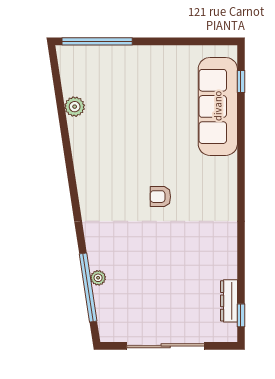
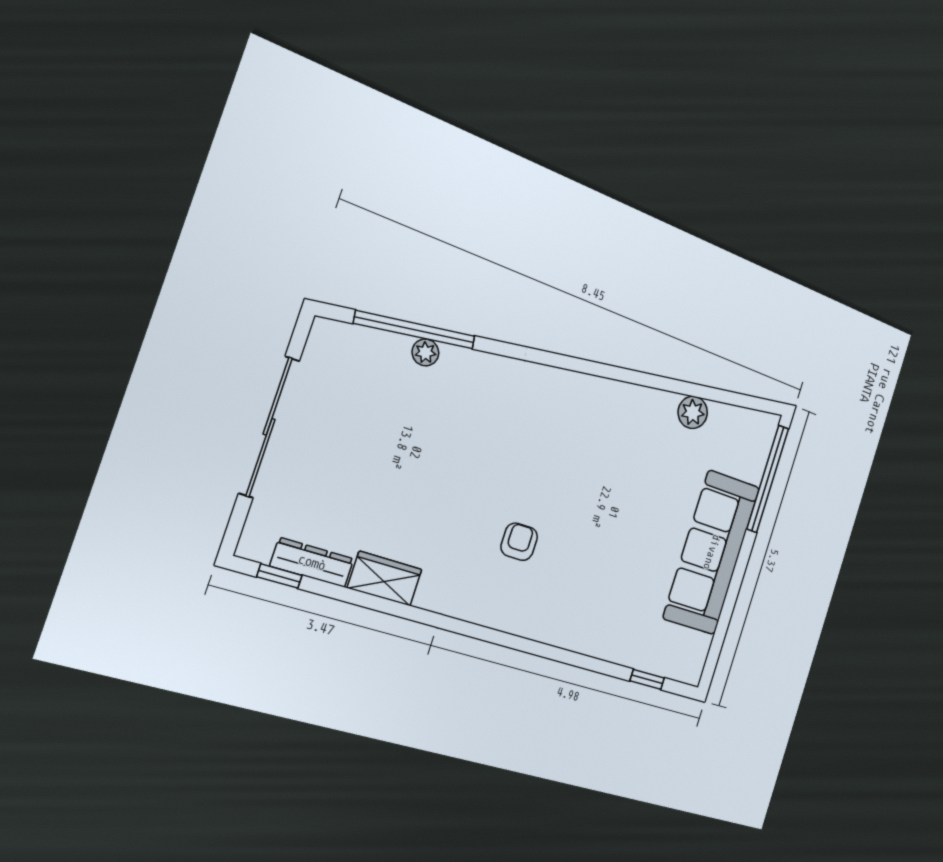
sofa: (218, 106) -> (712, 552), moved, turned -90
armchair: (160, 197) -> (519, 542), moved
wardrobe: (226, 259) -> (385, 579), added

